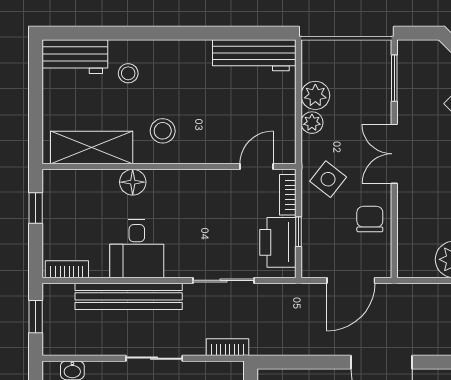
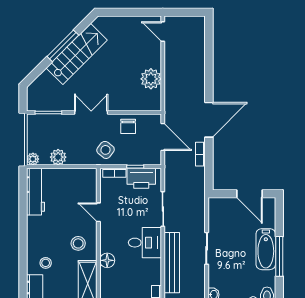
plant: (312, 123) -> (33, 159), moved
double door: (394, 154) -> (91, 112), swing flipped
door: (257, 167) -> (98, 212), moved
chair: (370, 219) -> (128, 126), turned -90
desk: (137, 249) -> (145, 243), moved
bookcase: (227, 347) -> (200, 154), moved

